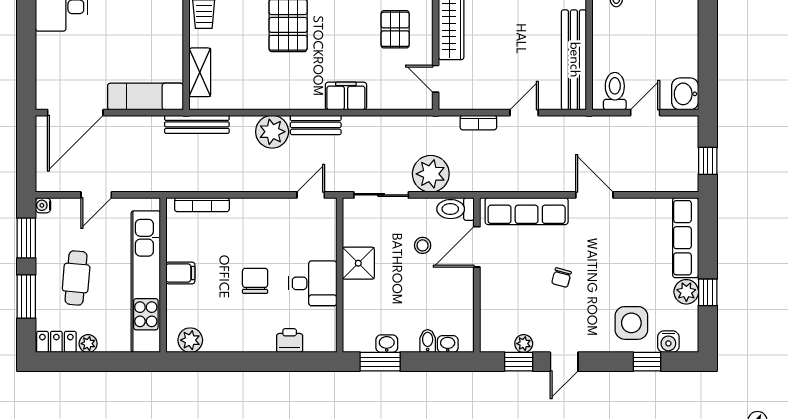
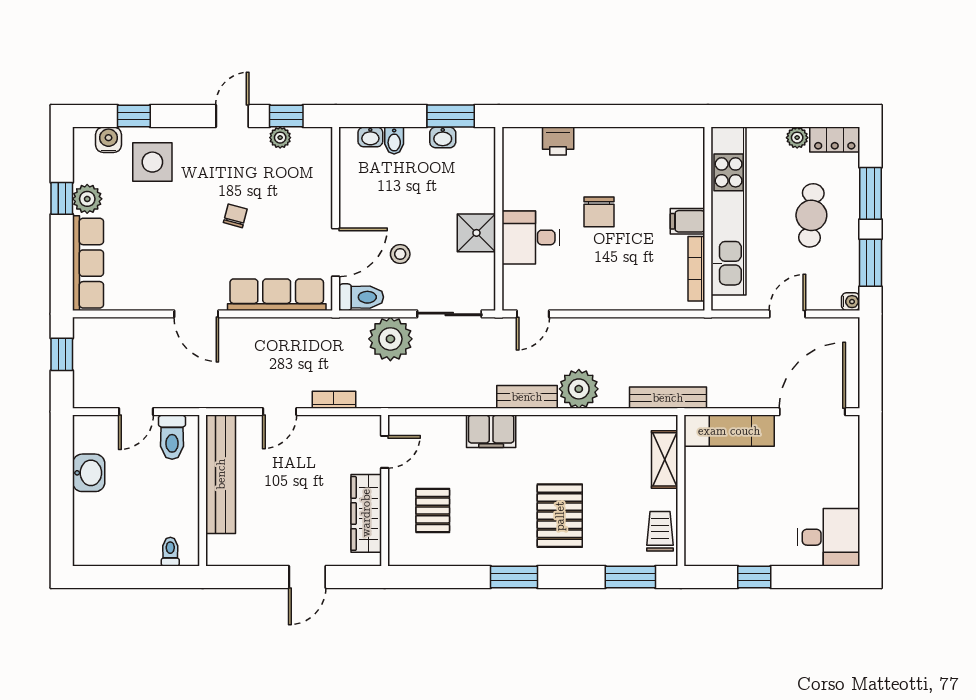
door: (436, 79) -> (385, 452), hinge flipped
washbasin: (685, 94) -> (89, 473), moved
bookcase: (202, 205) -> (696, 269), moved, turned -90
desk: (313, 283) -> (531, 237), moved
plant: (190, 340) -> (676, 142), removed

